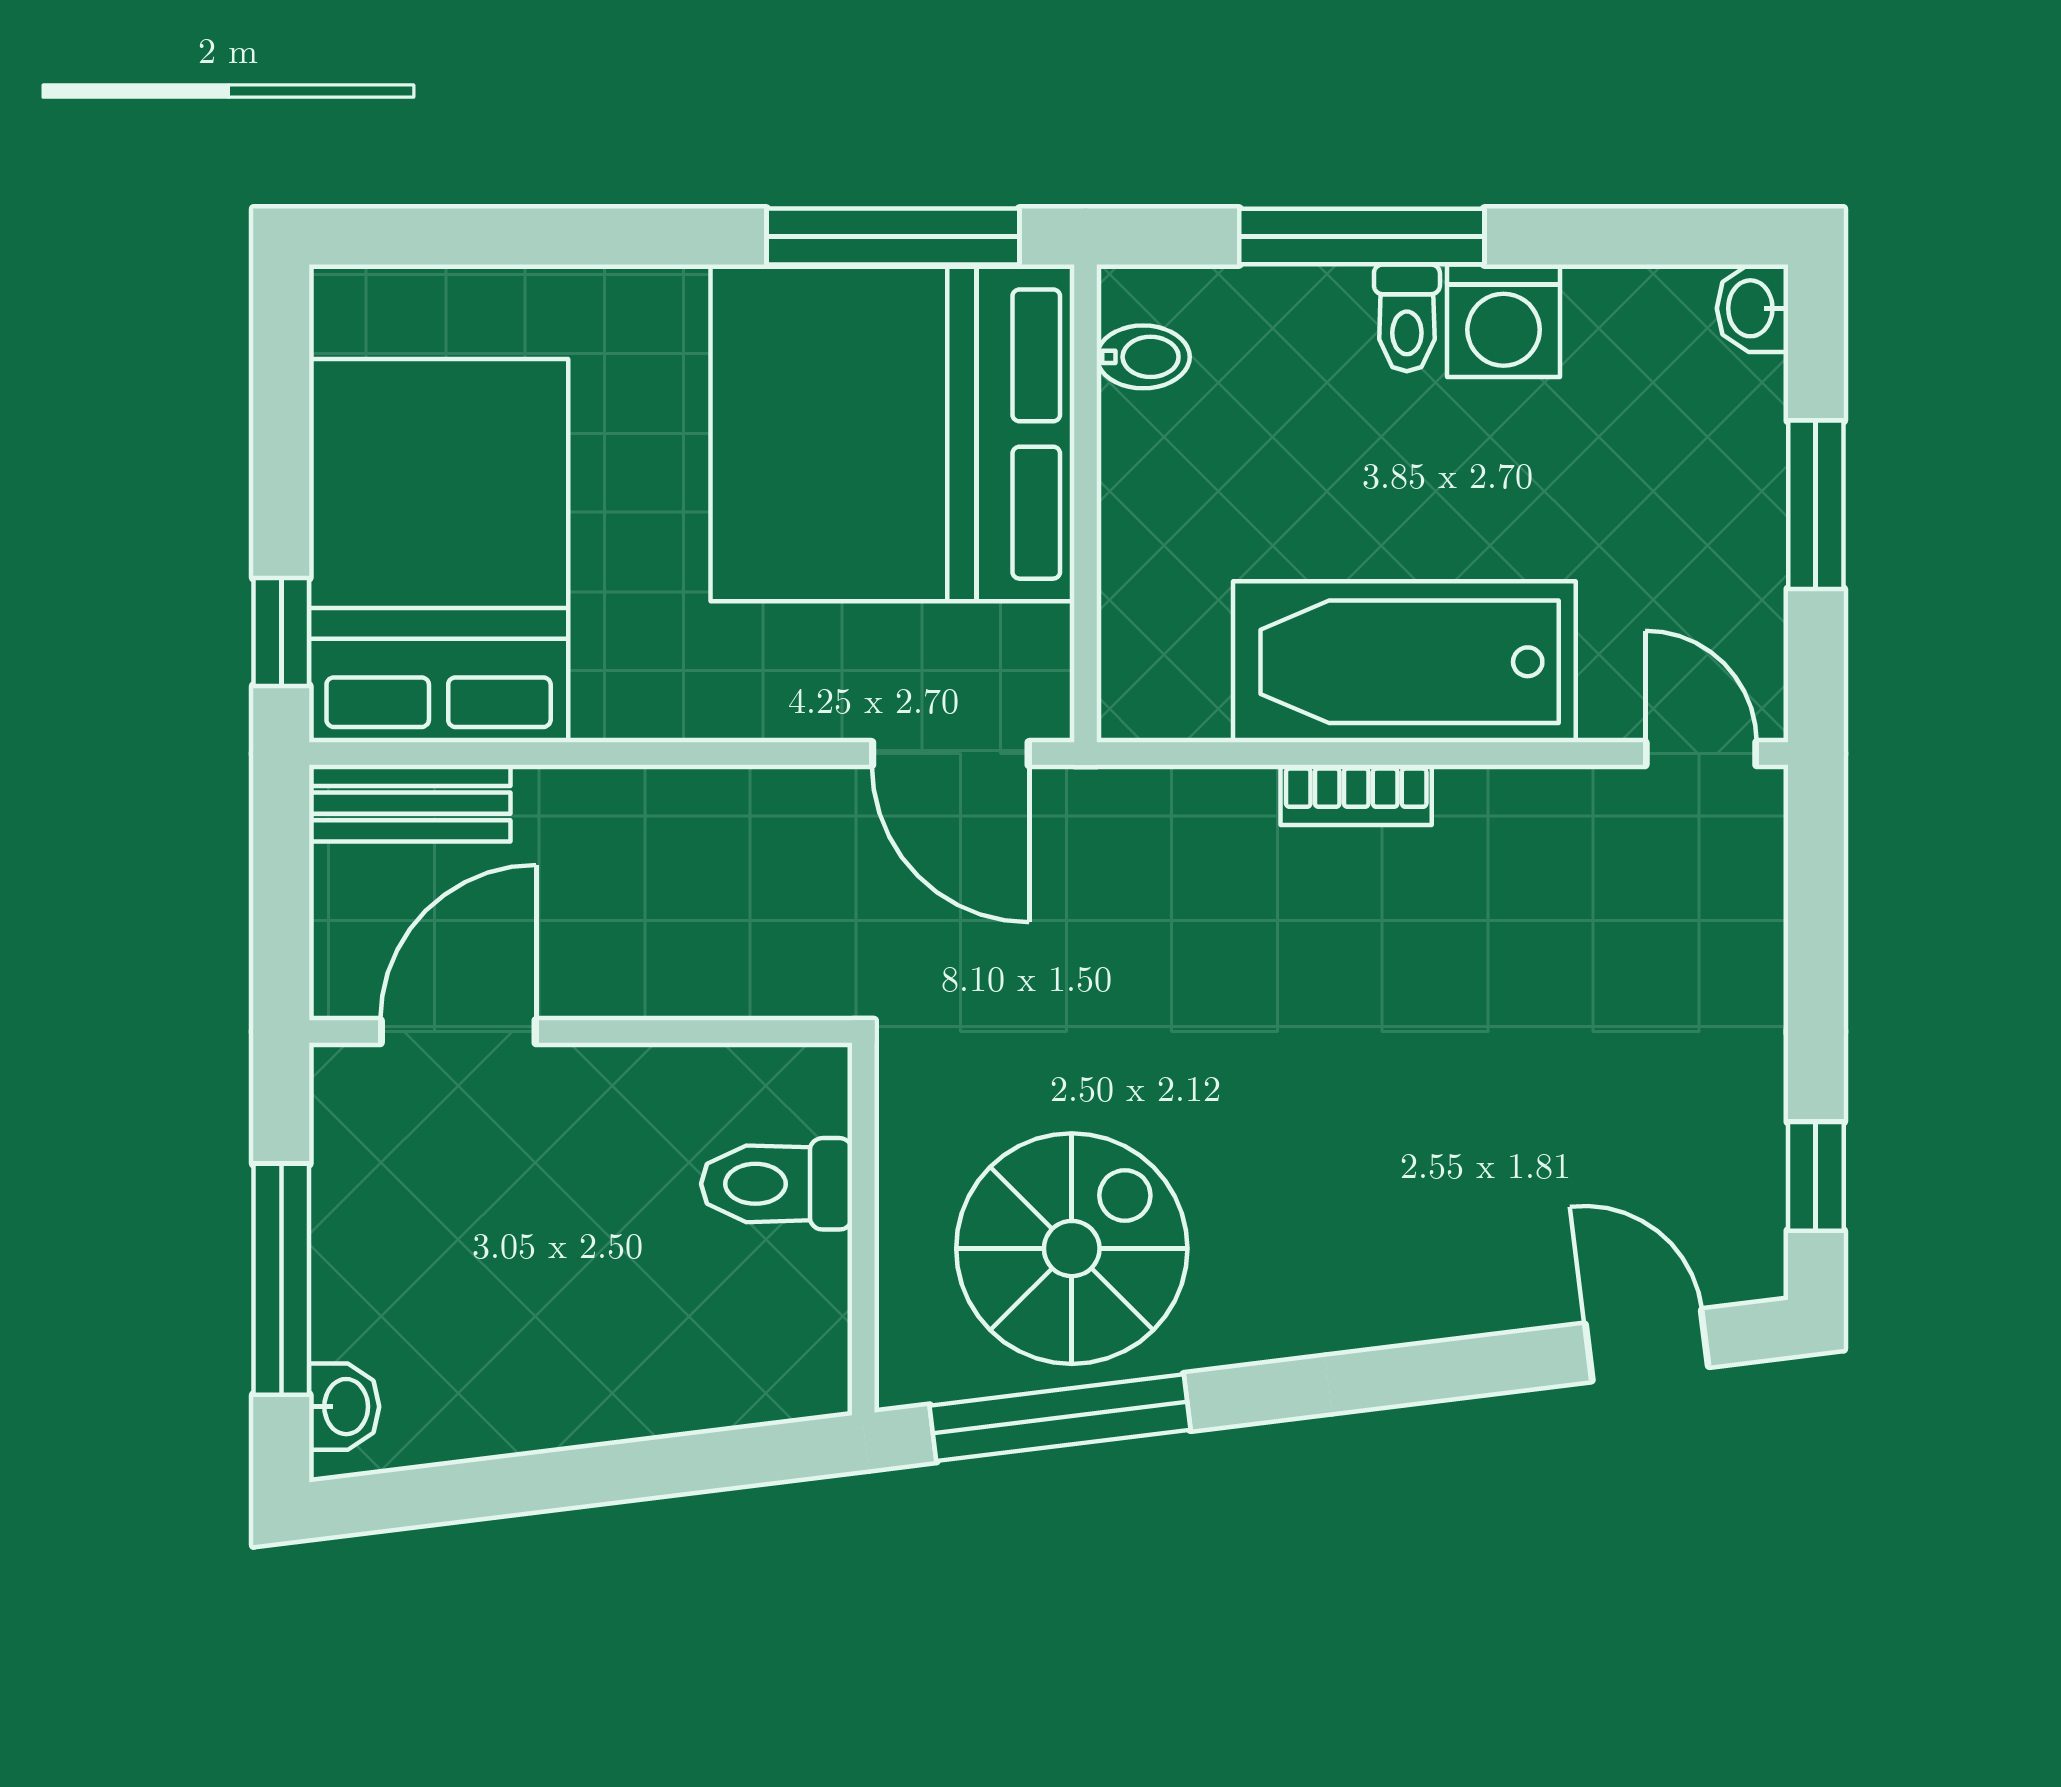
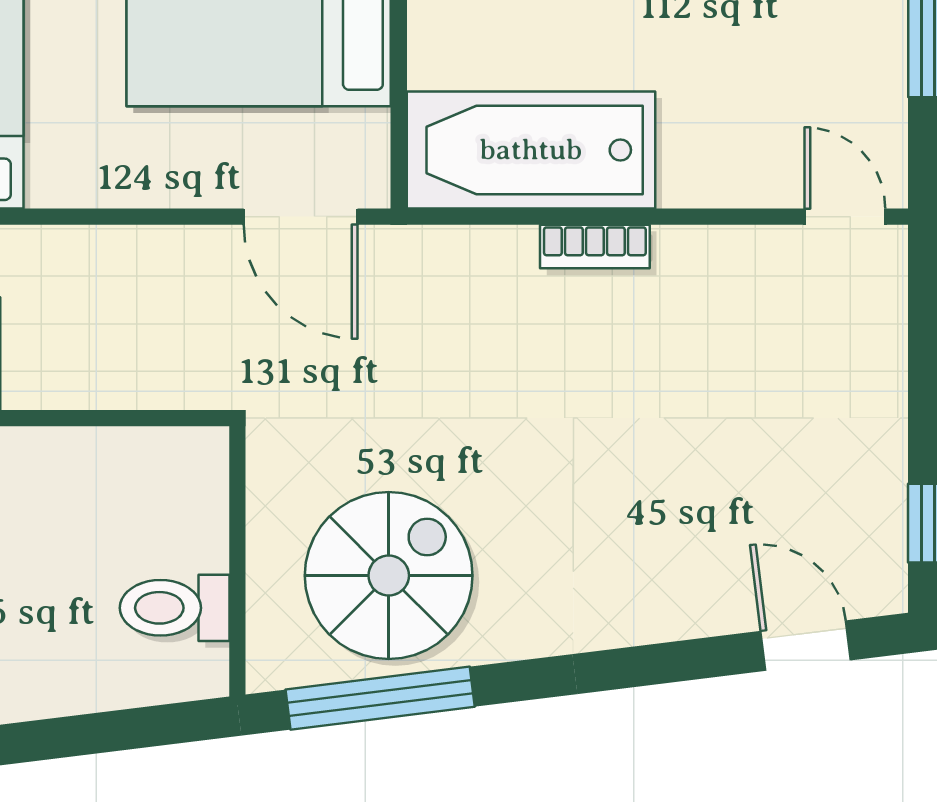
bathtub: (1404, 662) -> (531, 150), moved
toilet: (777, 1184) -> (175, 608), moved

